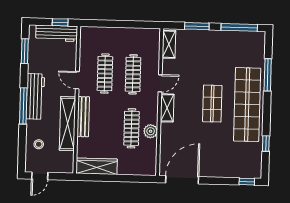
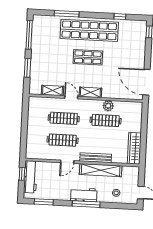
shelving: (169, 44) -> (52, 90), moved
workbench: (35, 96) -> (84, 195), width x0.73

